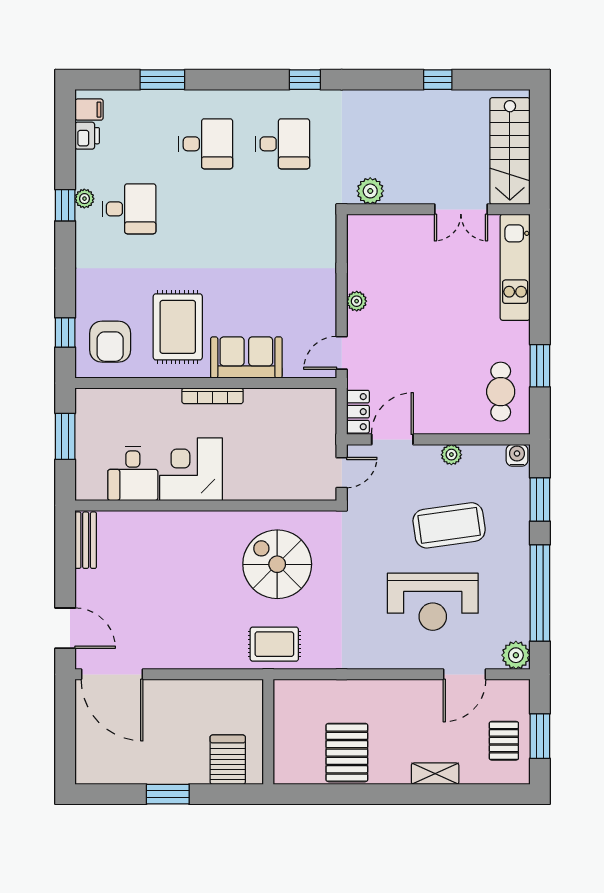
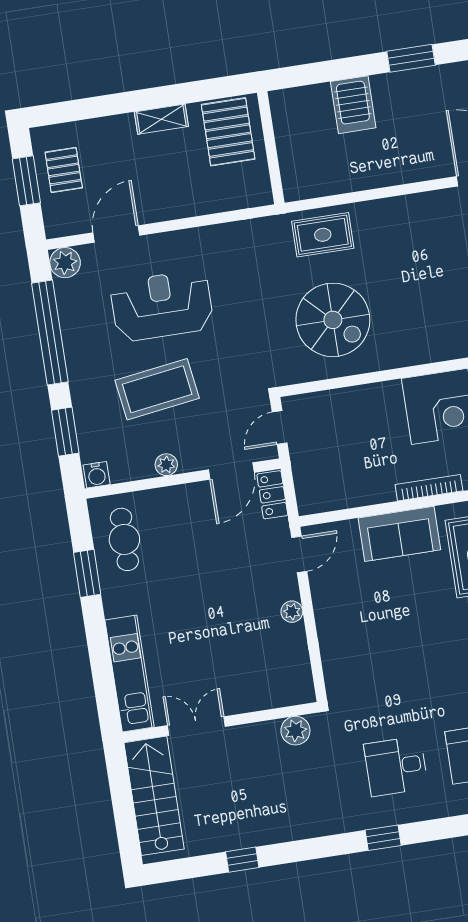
wall: (268, 732) -> (271, 148), moved
shelving: (435, 774) -> (161, 119), moved

